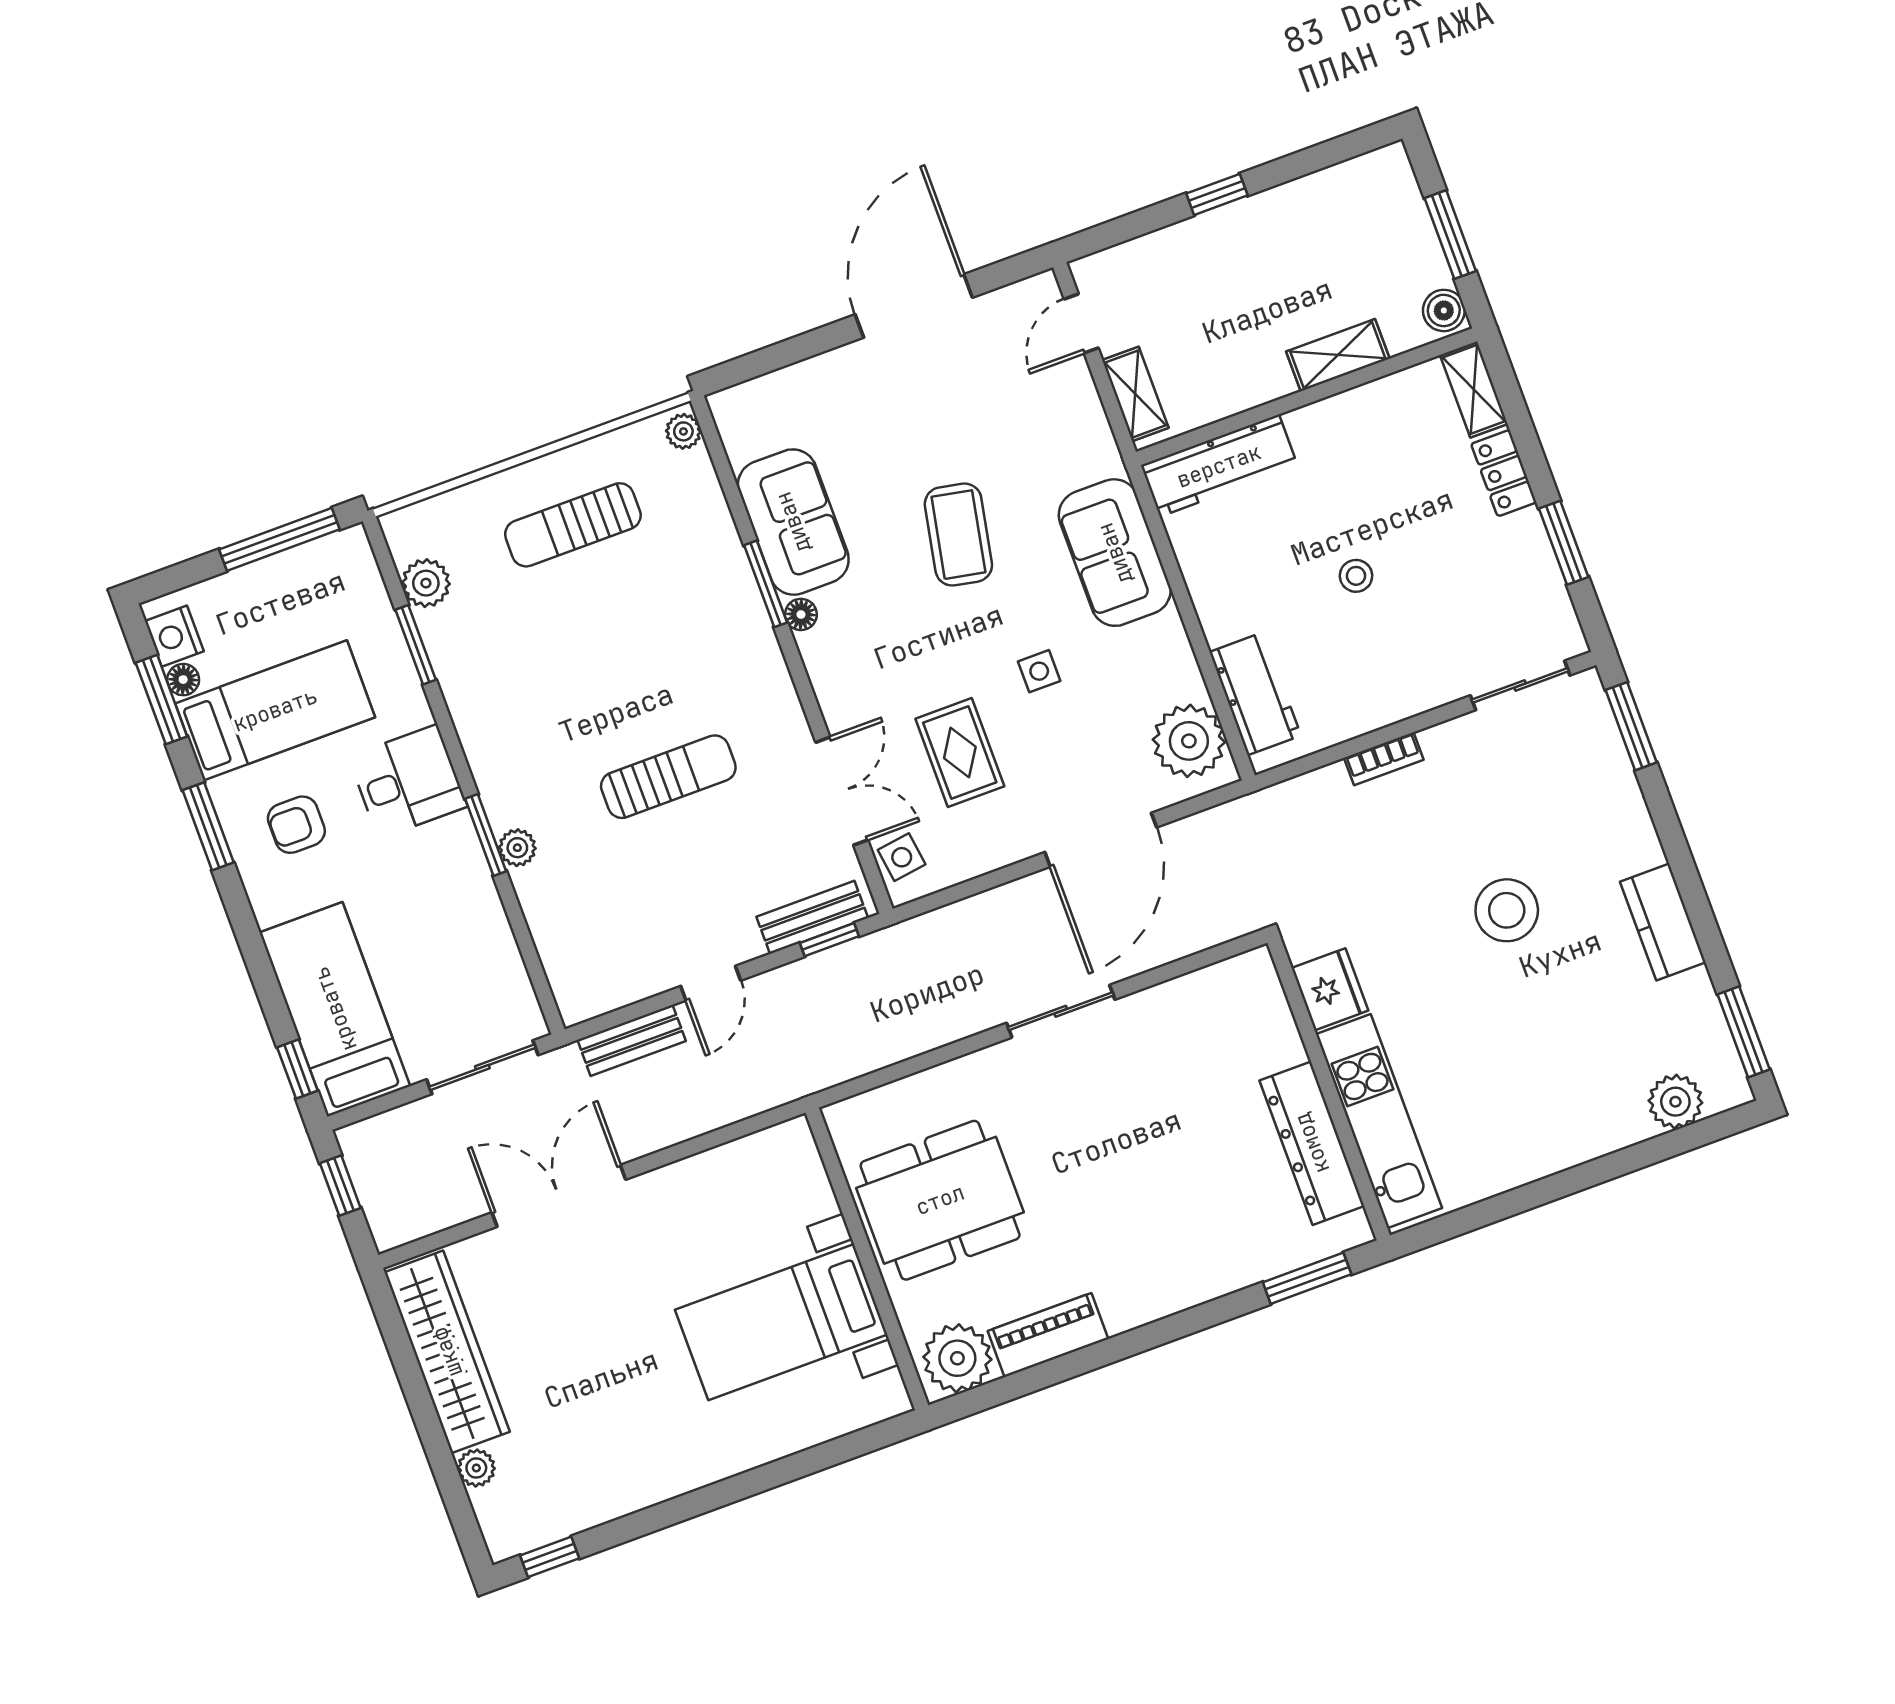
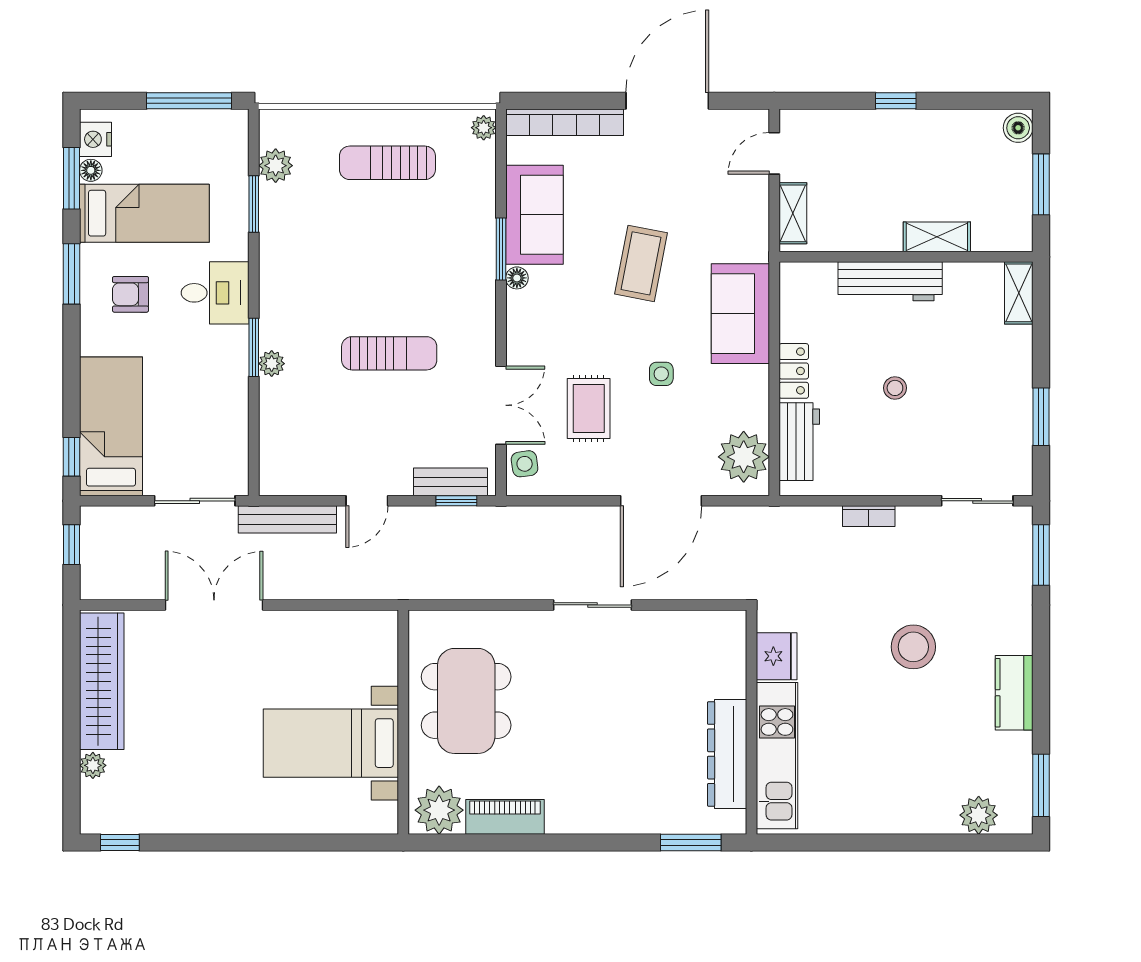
boiler: (1444, 310) -> (1018, 128), moved
bookcase: (788, 385) -> (565, 122), added
workbench: (1219, 466) -> (890, 281), moved
locker: (1504, 473) -> (794, 371), moved, turned 180
bench: (632, 1040) -> (287, 519), width x1.36
dining table: (940, 1200) -> (466, 701), turned 90

